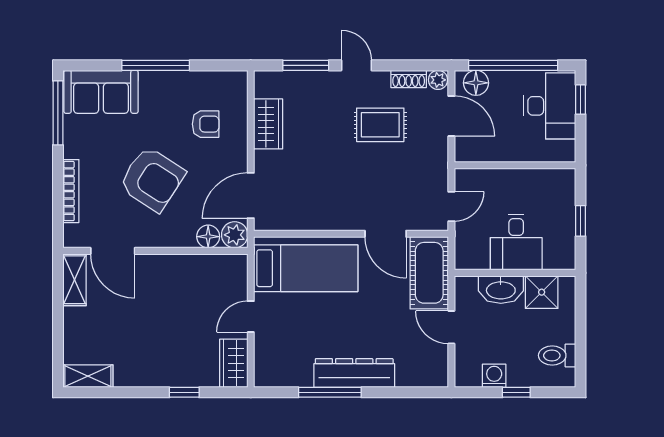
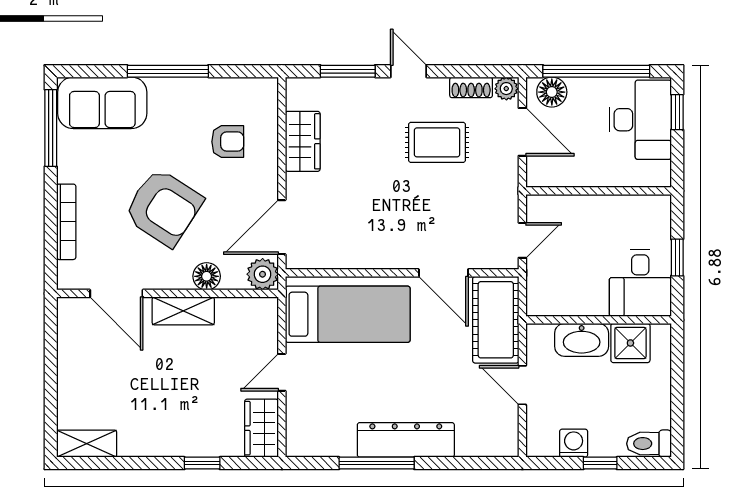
floor lamp: (208, 237) -> (207, 276), moved
desk: (516, 242) -> (640, 283), moved
shelving: (74, 280) -> (183, 311), moved, turned 90
toilet: (557, 355) -> (649, 444), moved

